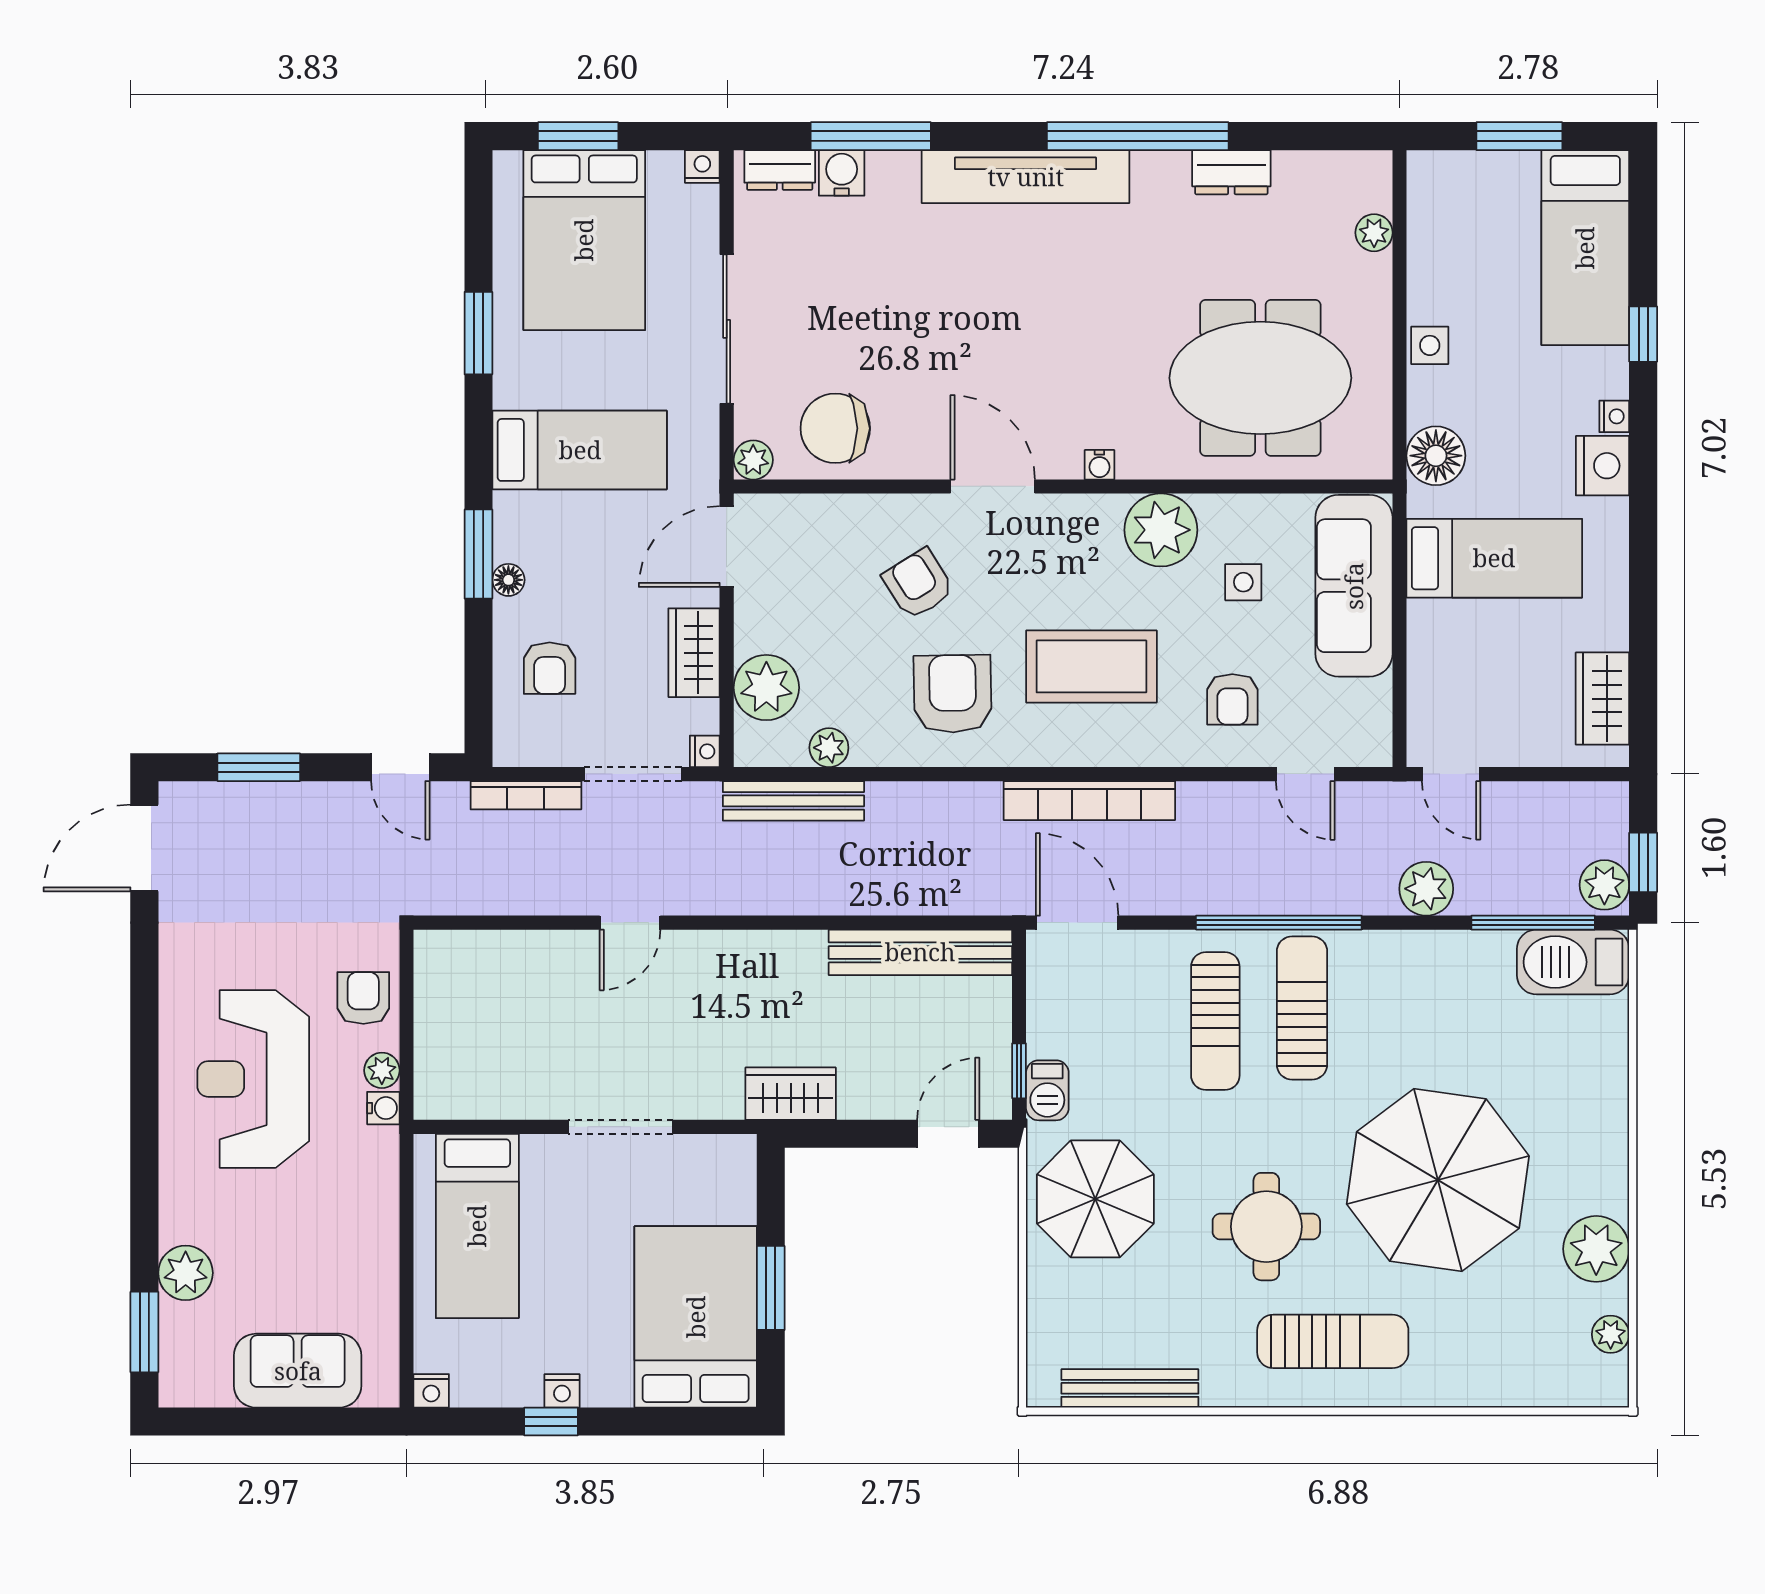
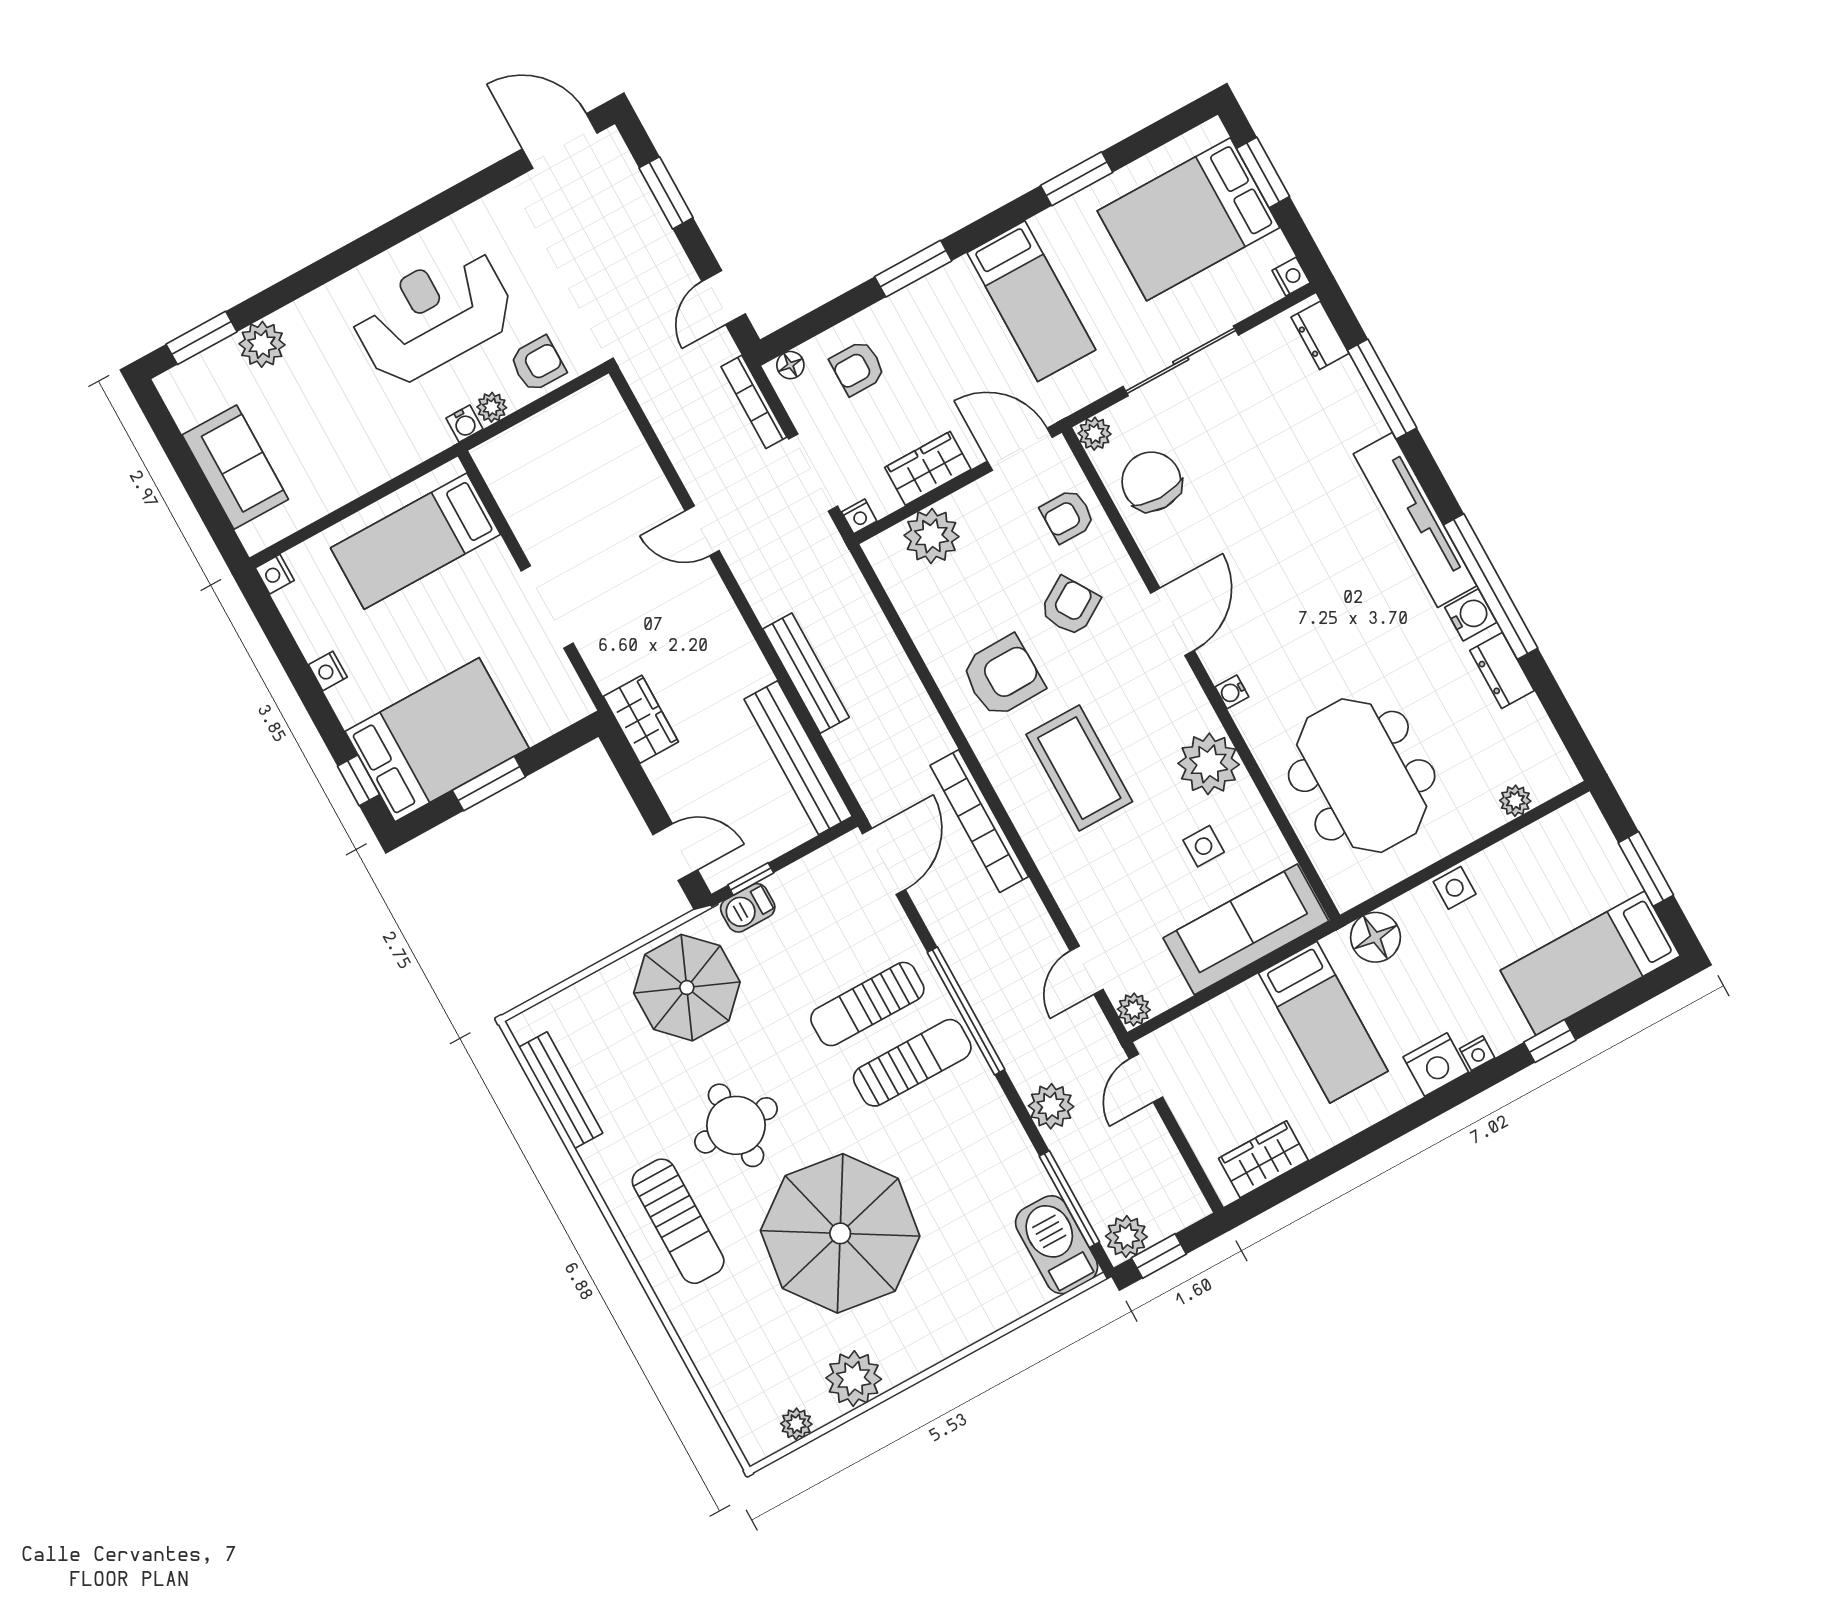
water cooler: (842, 173) -> (1471, 615), moved
floor lamp: (508, 580) -> (790, 365), moved
armchair: (1232, 699) -> (1067, 516), moved
plant: (829, 748) -> (1134, 1010), moved
bench: (793, 801) -> (806, 673), moved
window: (551, 1421) -> (359, 780), moved

